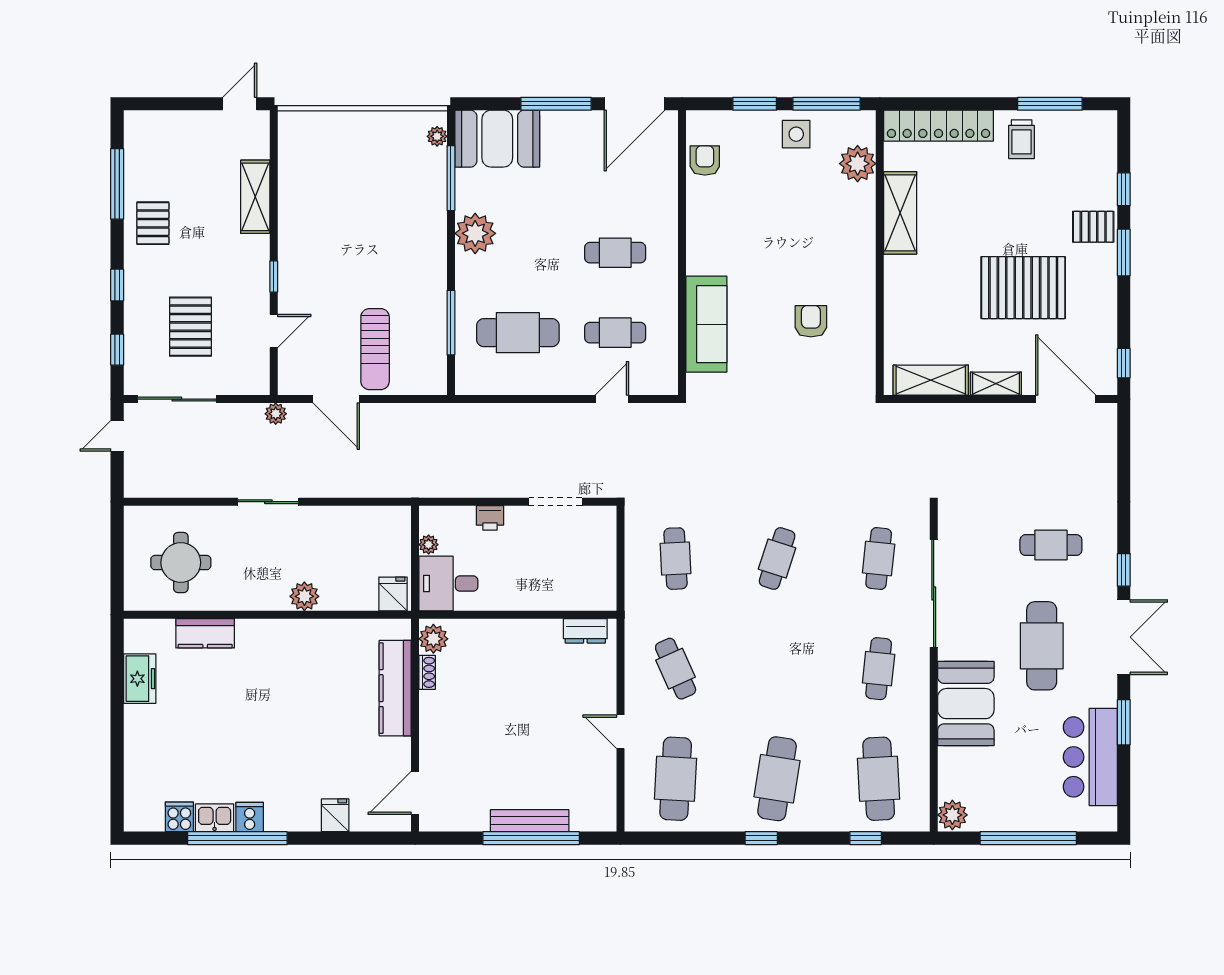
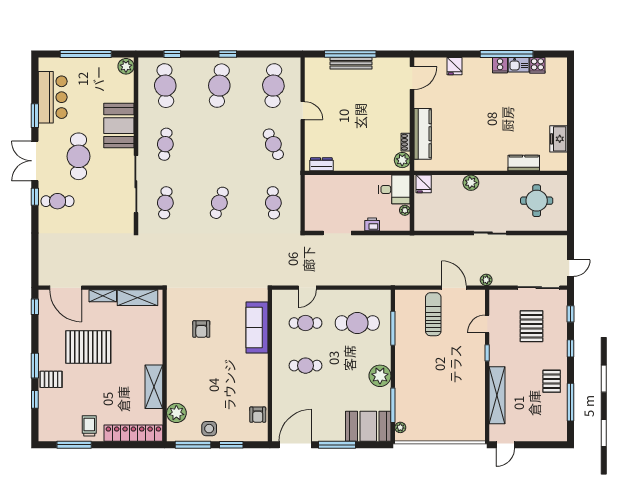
shelving: (255, 197) -> (497, 395), width x1.47
cafe table: (1051, 545) -> (58, 201), moved

